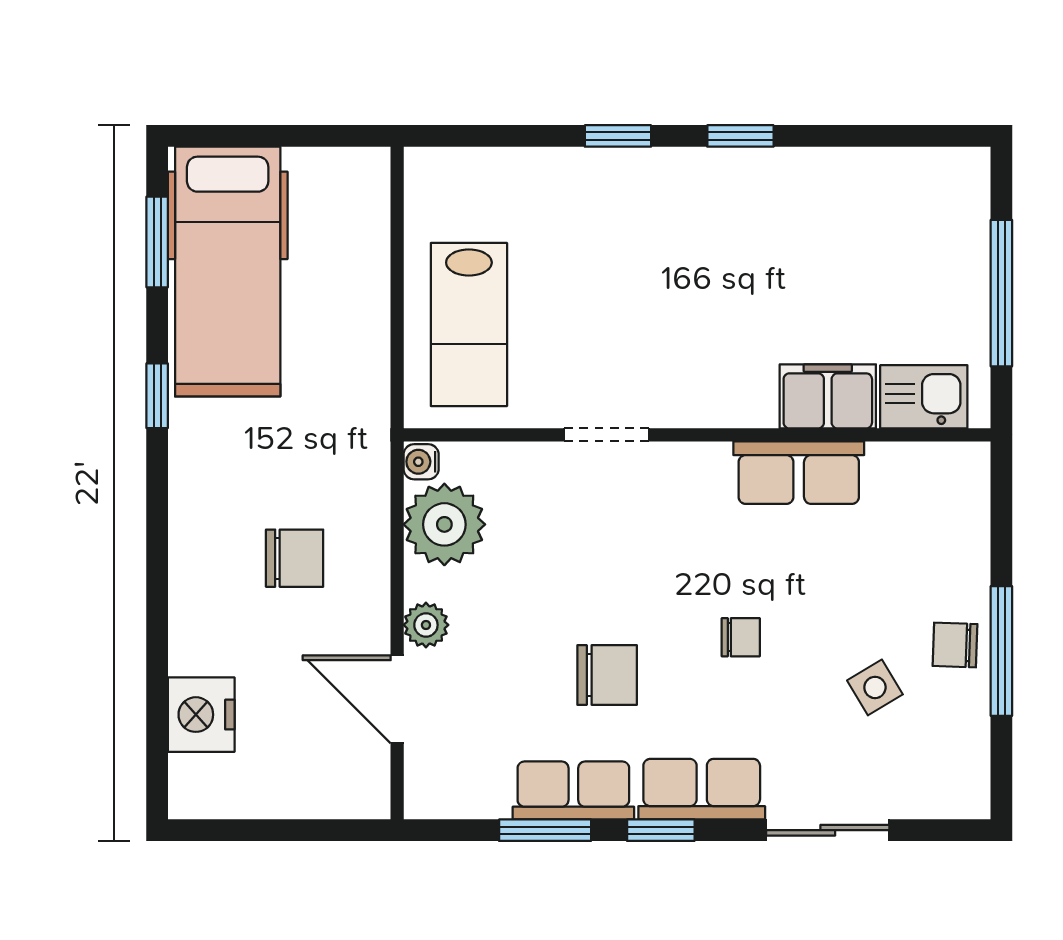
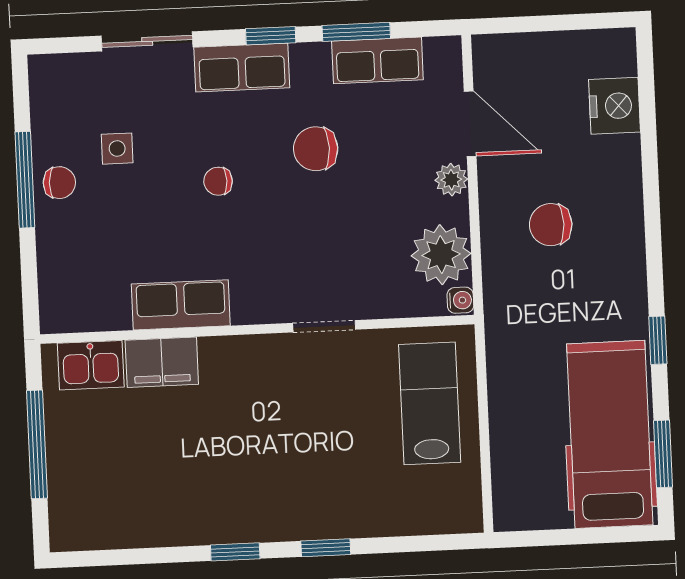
side table: (875, 687) -> (117, 149), turned 31
row of seats: (573, 790) -> (377, 60), moved

